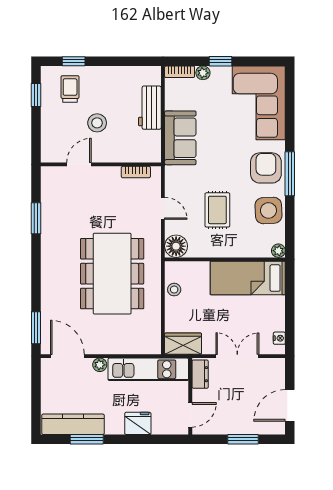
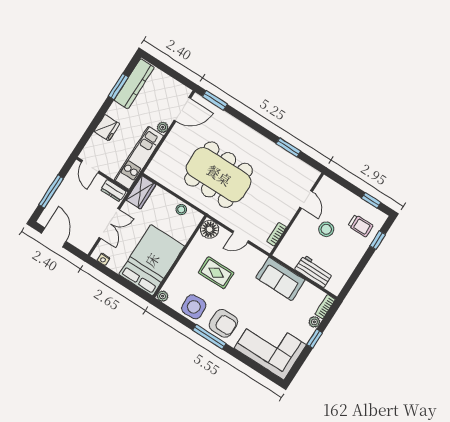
bed: (248, 278) -> (152, 260), width x1.50
window: (243, 439) -> (51, 192), width x1.44

